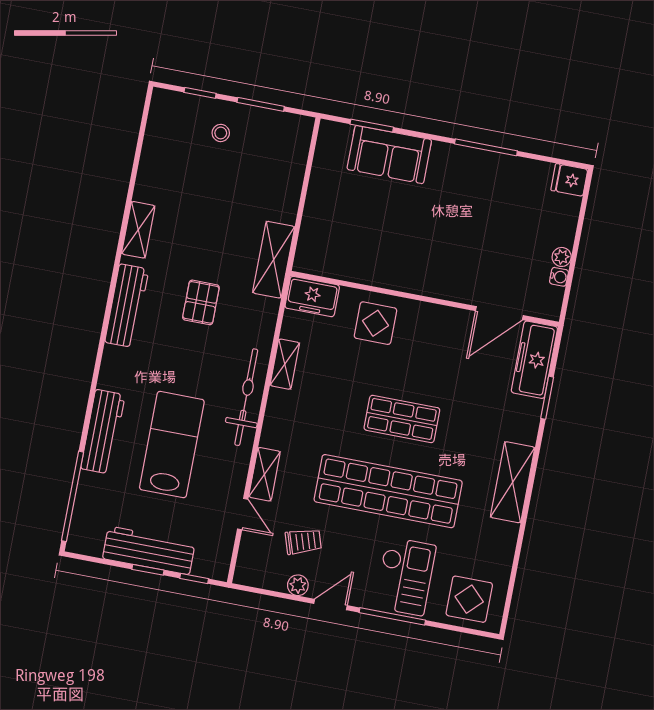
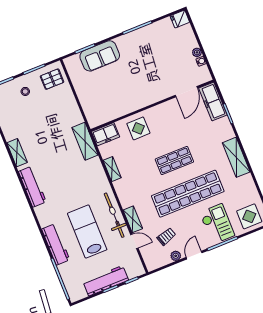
shelving: (274, 260) -> (85, 141), moved
pallet: (201, 302) -> (52, 79), moved, turned 90
bicycle: (246, 397) -> (114, 215), moved

